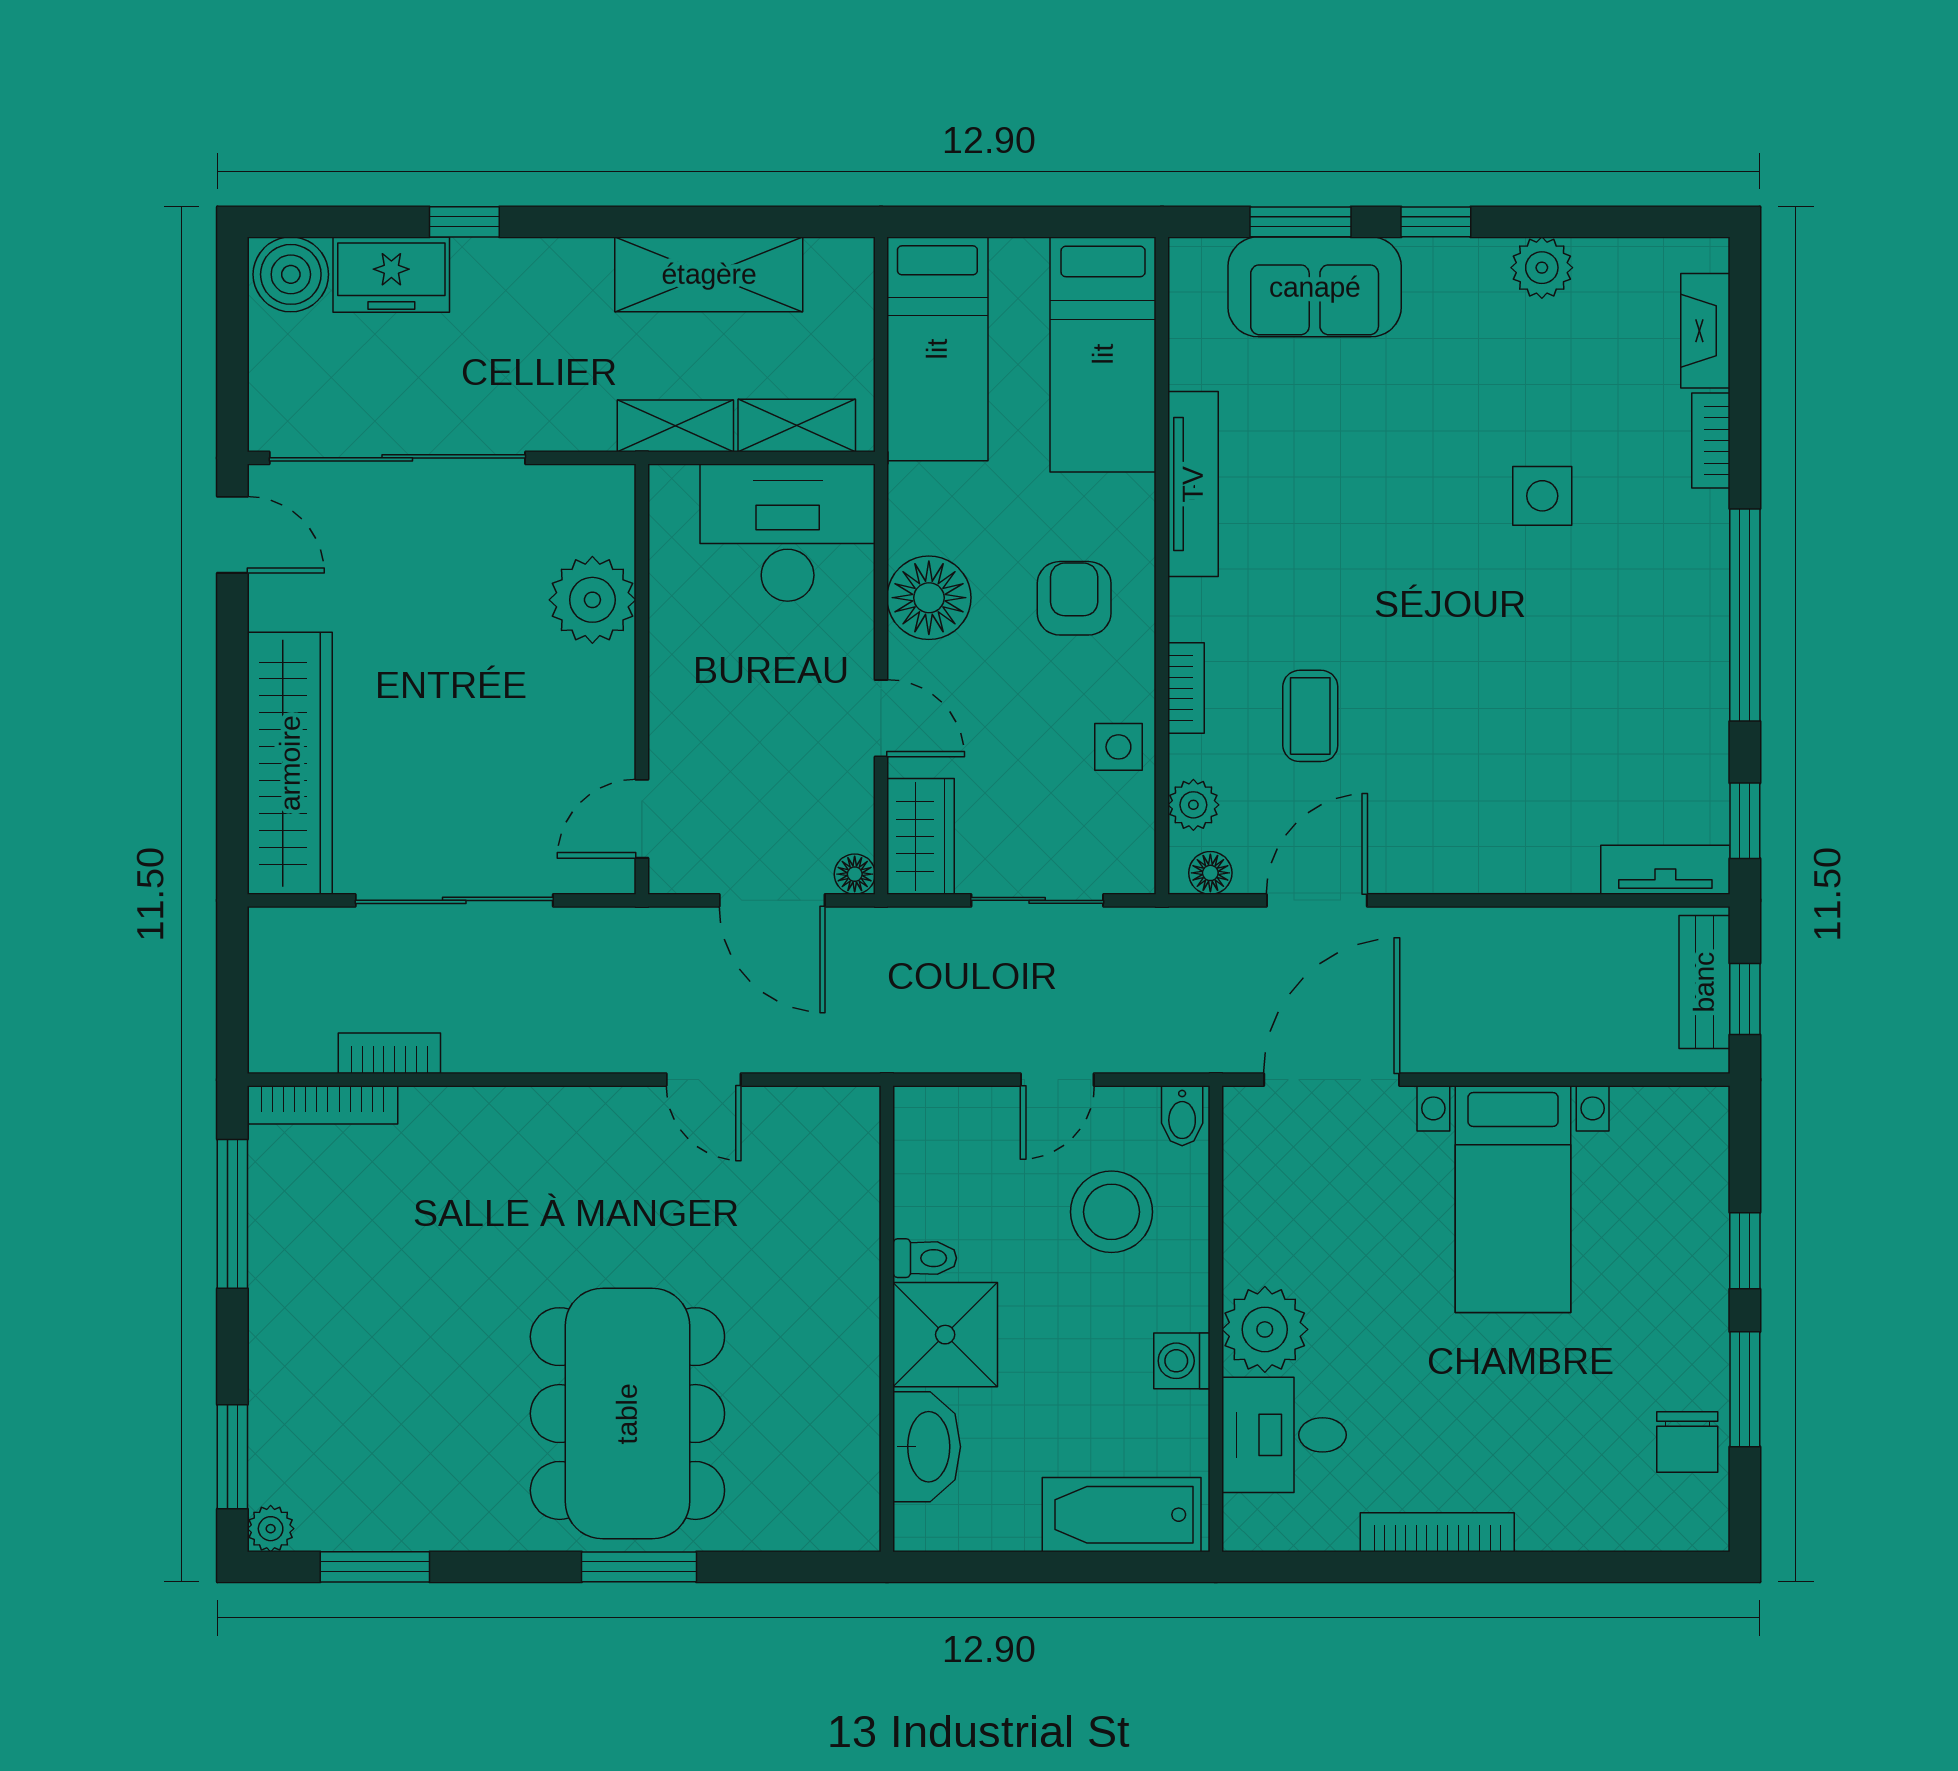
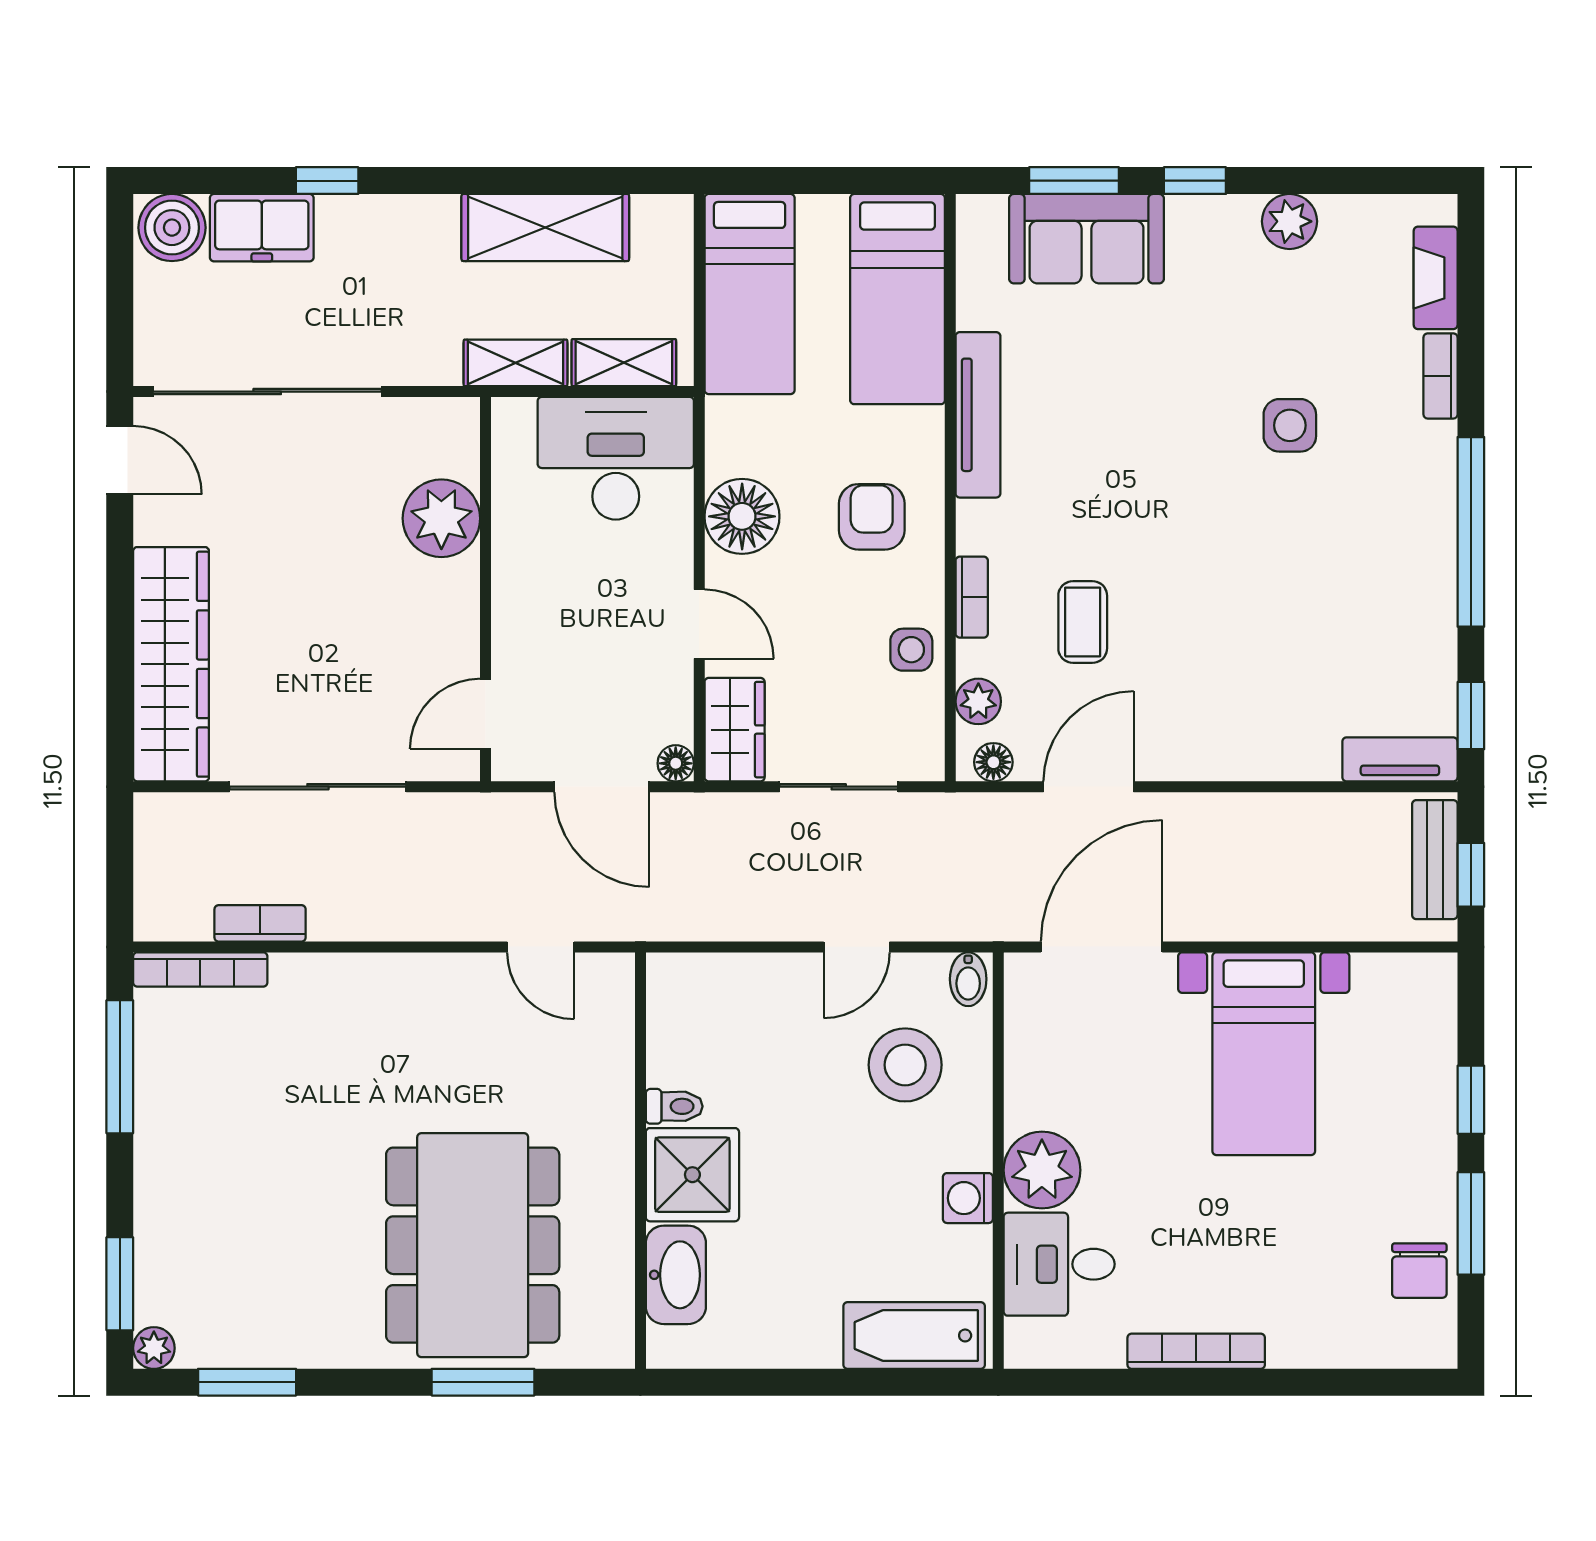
toilet: (925, 1258) -> (674, 1106), moved
wall: (887, 1319) -> (640, 1161), moved
shower: (945, 1335) -> (692, 1175), moved
washbasin: (927, 1447) -> (676, 1275), moved

